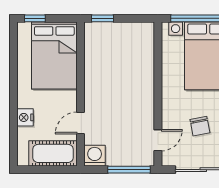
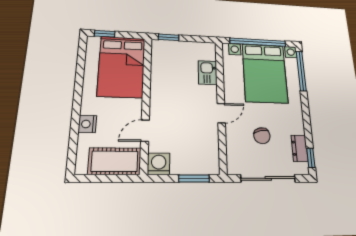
kitchen sink: (145, 58) -> (208, 73), added
door: (158, 140) -> (221, 113), moved
window: (129, 170) -> (194, 178), width x0.69

